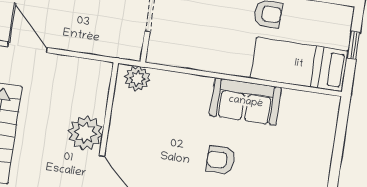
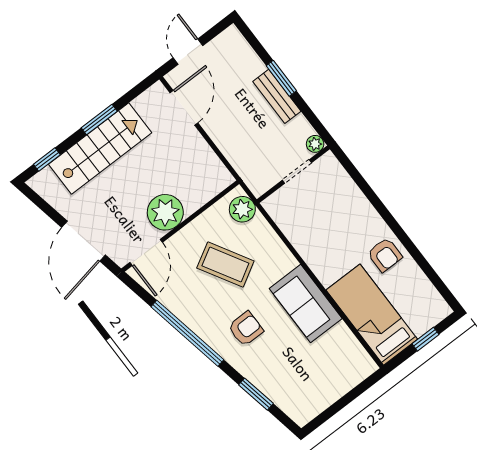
coffee table: (163, 129) -> (225, 264), added
armchair: (221, 160) -> (246, 329), turned 90

